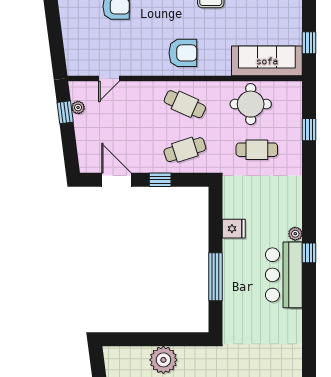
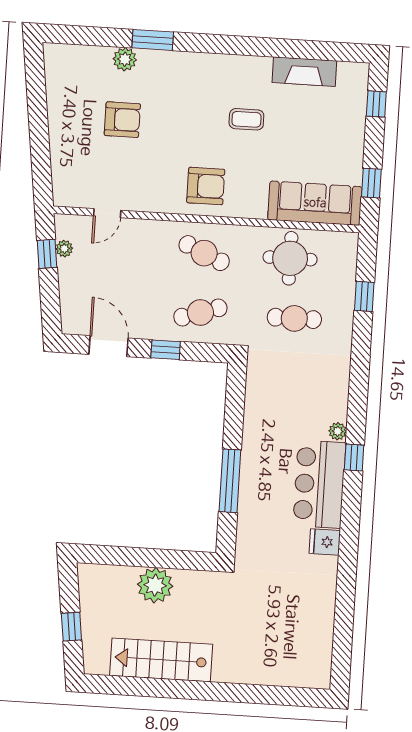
fridge: (234, 229) -> (325, 542), moved, turned 180

